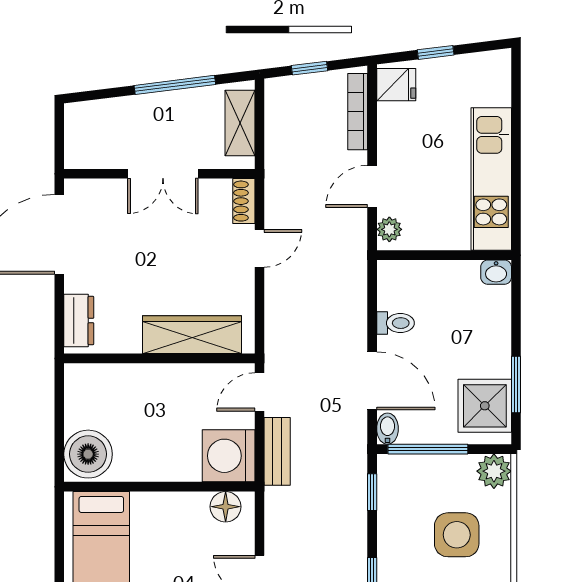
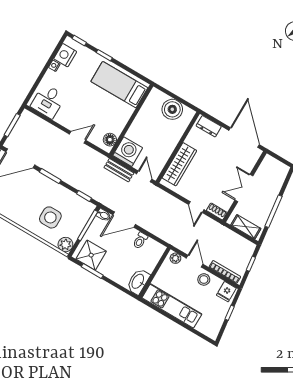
stool: (399, 146) -> (204, 279), added
washbasin: (496, 272) -> (138, 282), width x1.91, depth x1.45
boiler: (88, 454) -> (172, 109), moved

